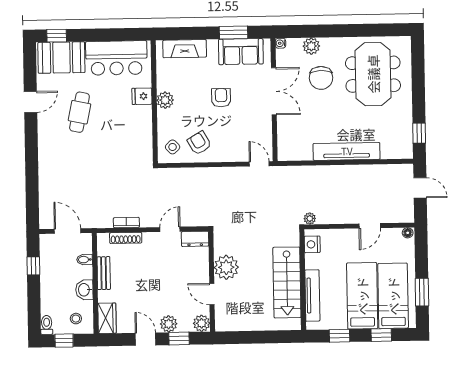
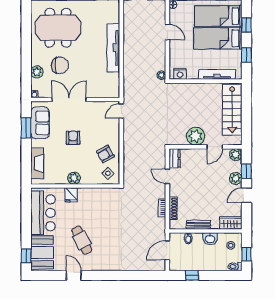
armchair: (221, 98) -> (73, 138), turned 90
cafe table: (79, 112) -> (82, 240), turned 51
stairs: (287, 282) -> (232, 110), moved, turned 90

